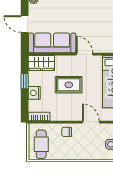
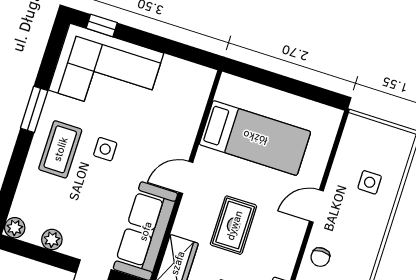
side table: (86, 11) -> (105, 149), added

